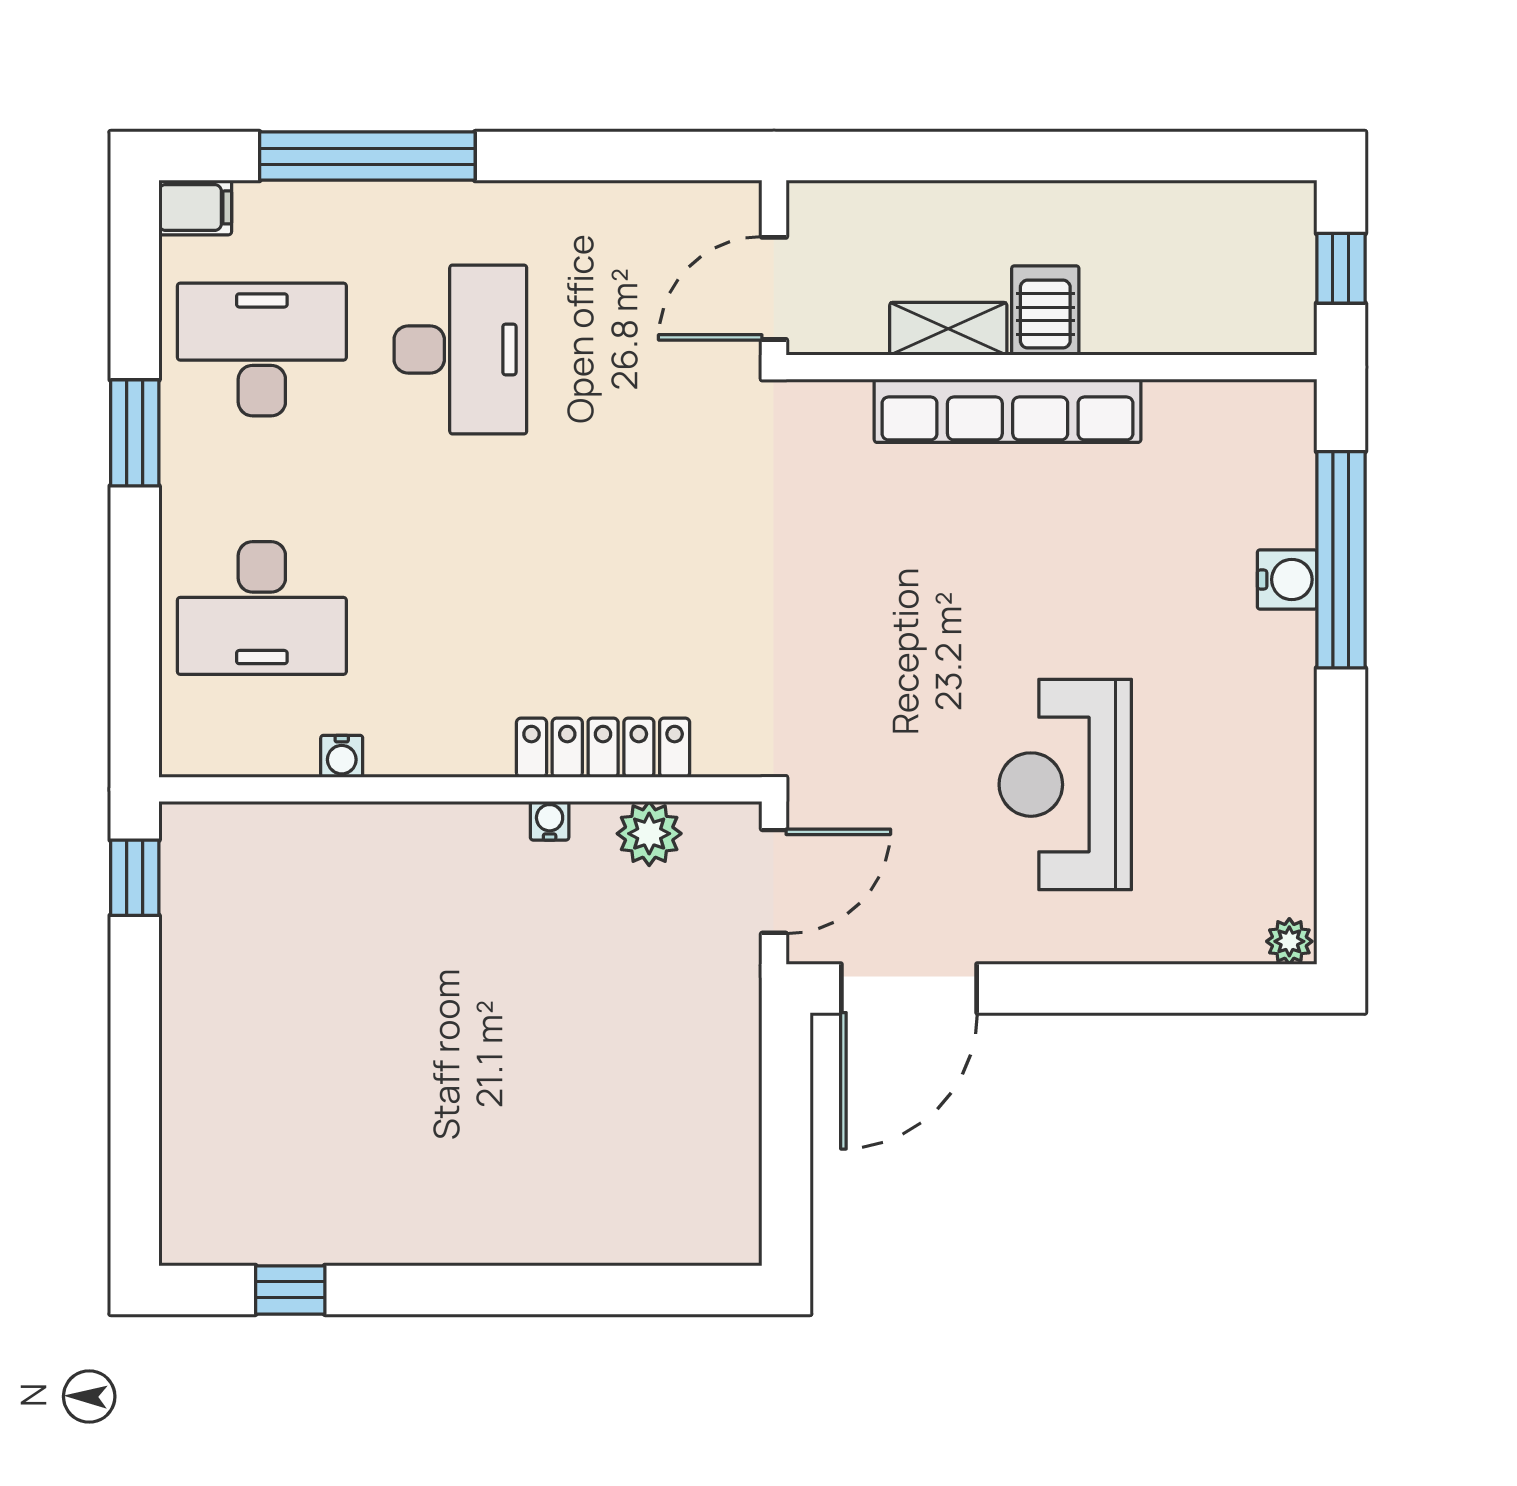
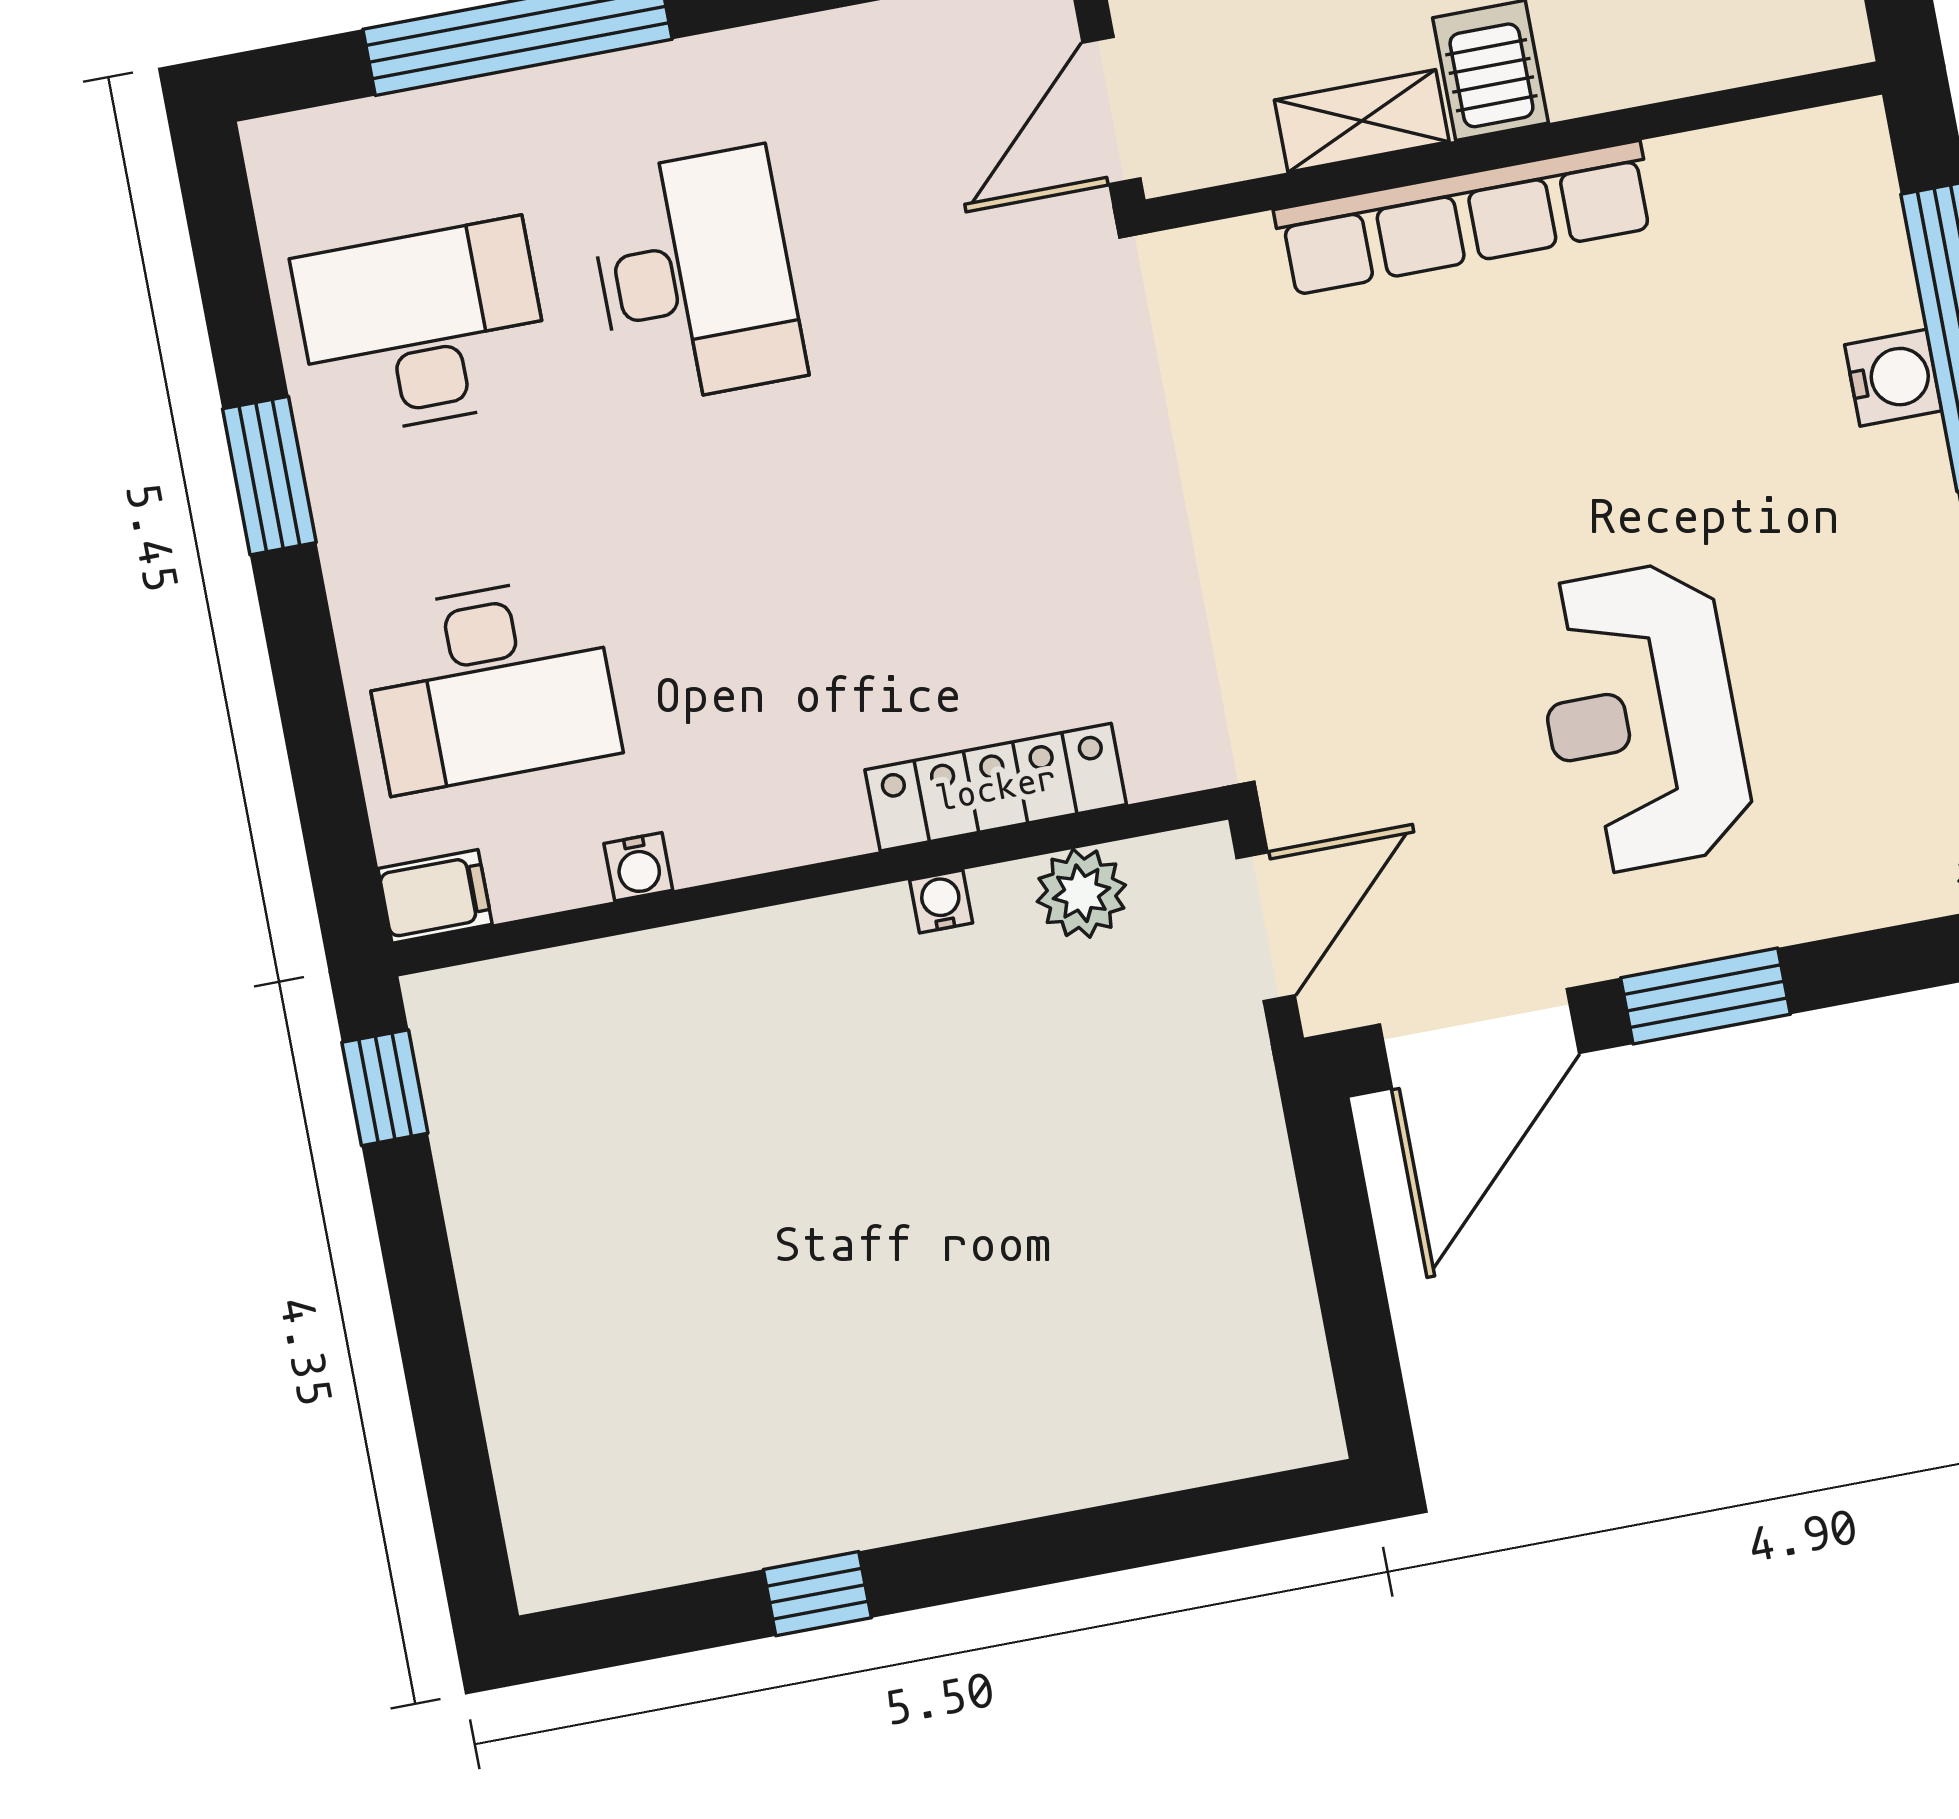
filing cabinet: (195, 207) -> (435, 896), moved
window: (1073, 988) -> (1705, 996), added
window: (290, 1290) -> (817, 1594), moved

